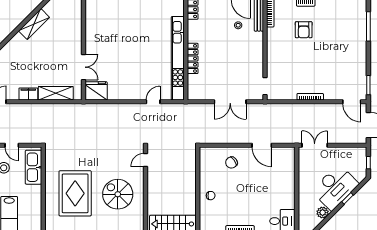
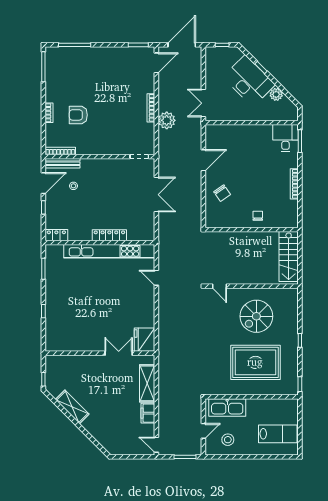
armchair: (304, 30) -> (78, 115), turned 180
plant: (299, 111) -> (167, 120), added

